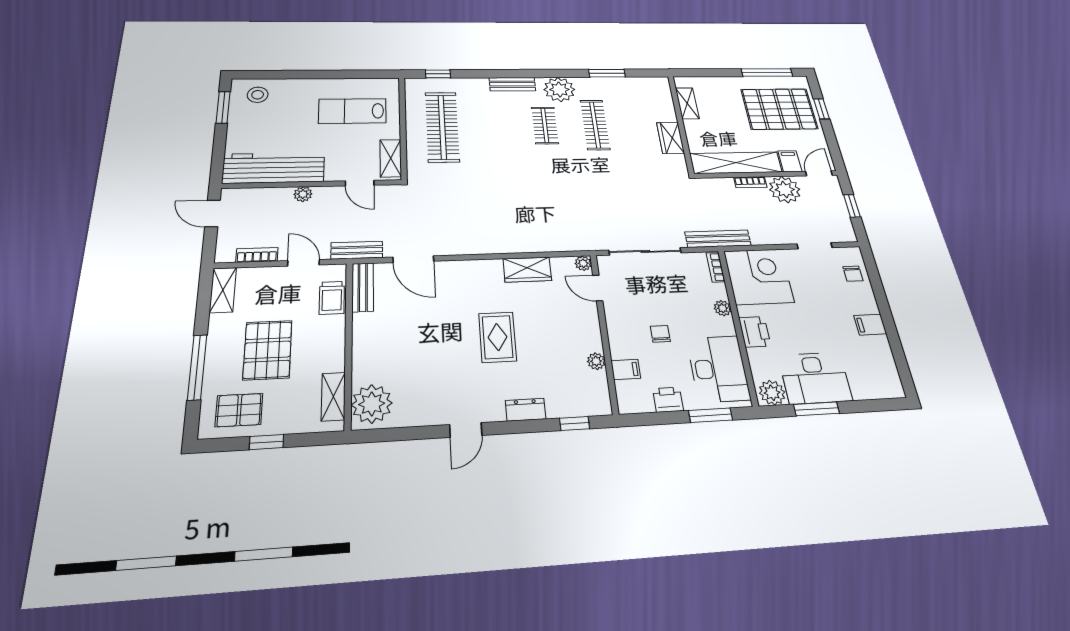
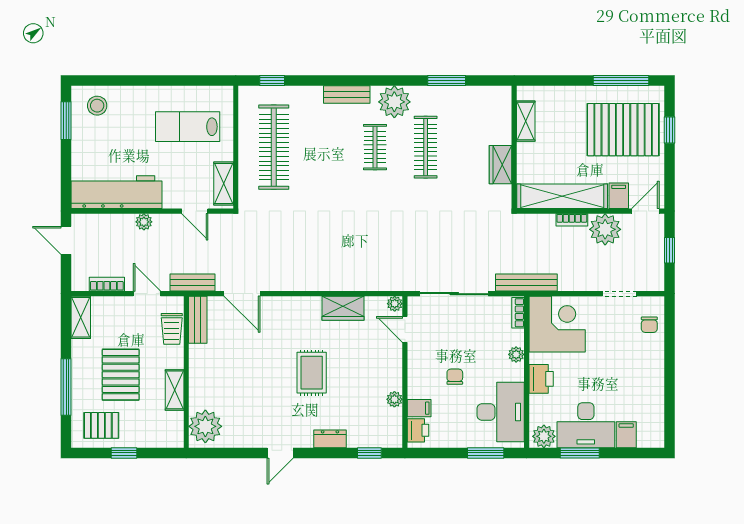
filing cabinet: (870, 325) -> (626, 435), moved, turned 90
shelving: (333, 397) -> (175, 390), moved
printer: (668, 400) -> (418, 430), moved, turned 90

